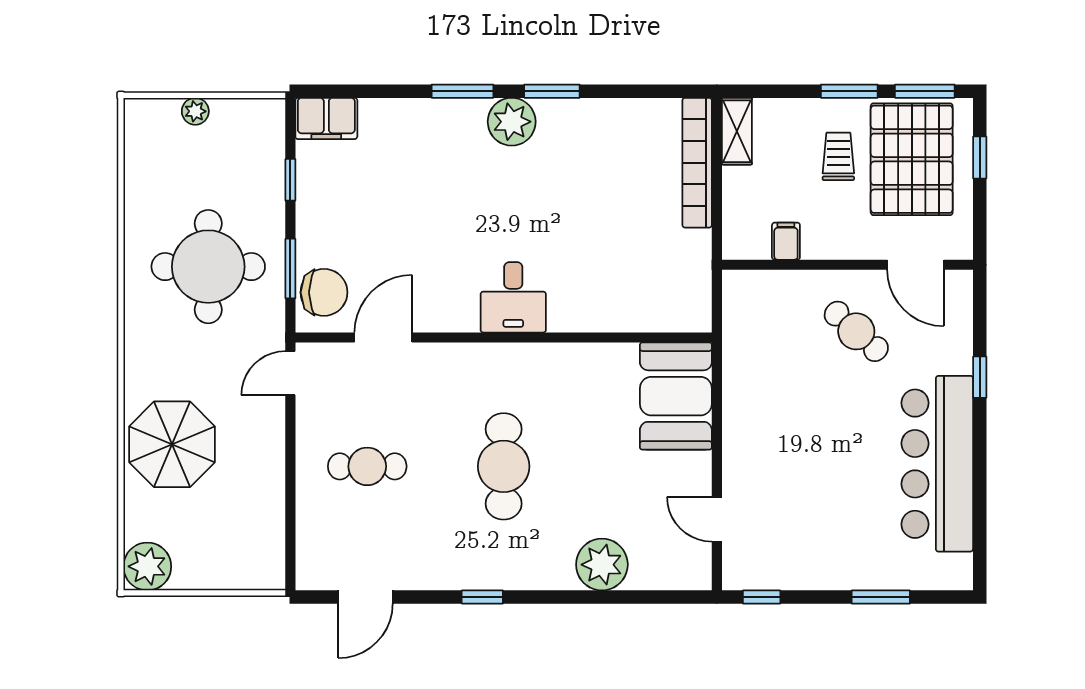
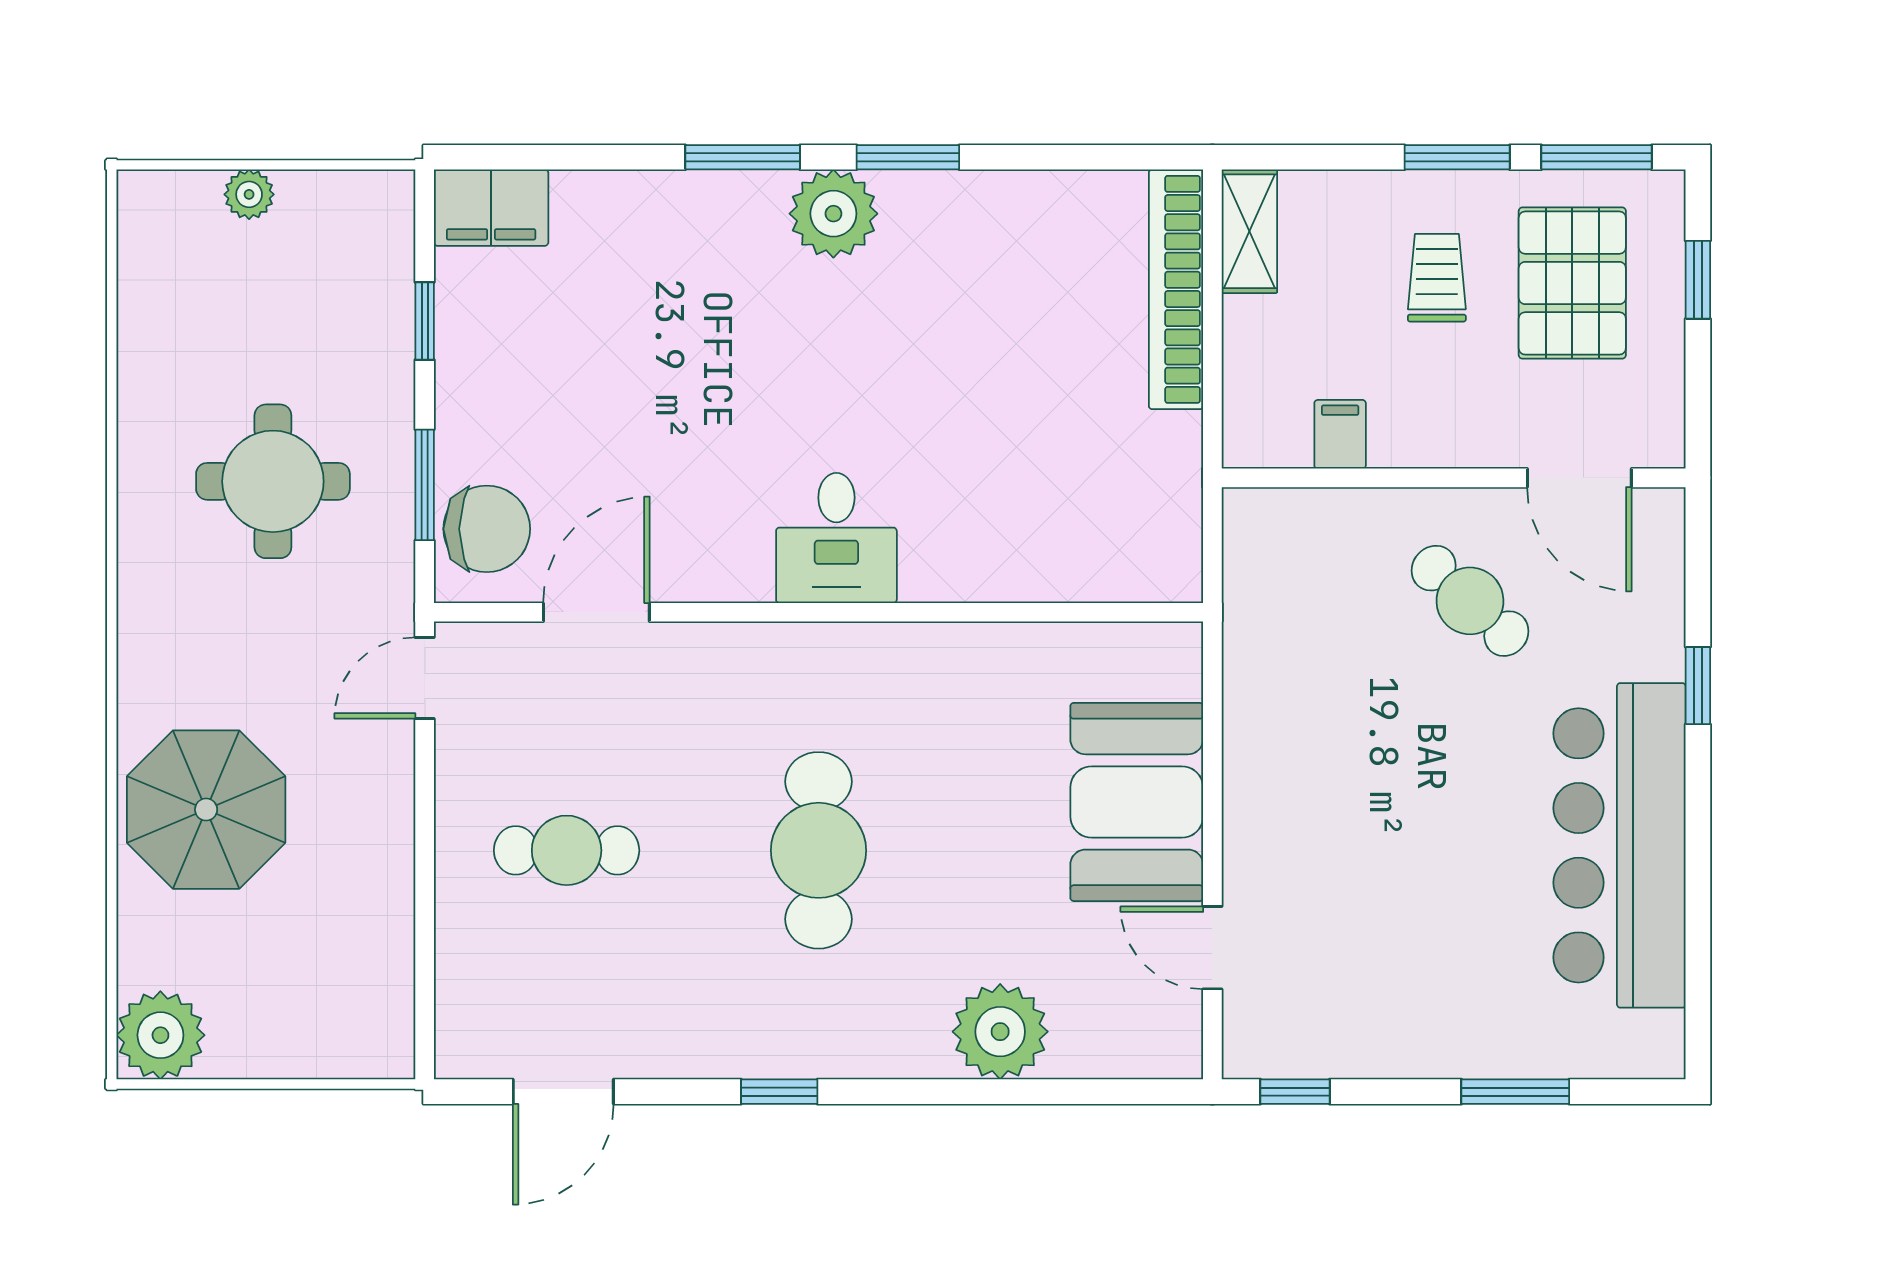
pallet: (912, 159) -> (1572, 283), width x0.73, depth x0.71
round table: (208, 267) -> (273, 481), width x0.73, depth x0.73
booth: (676, 396) -> (1137, 802), moved

